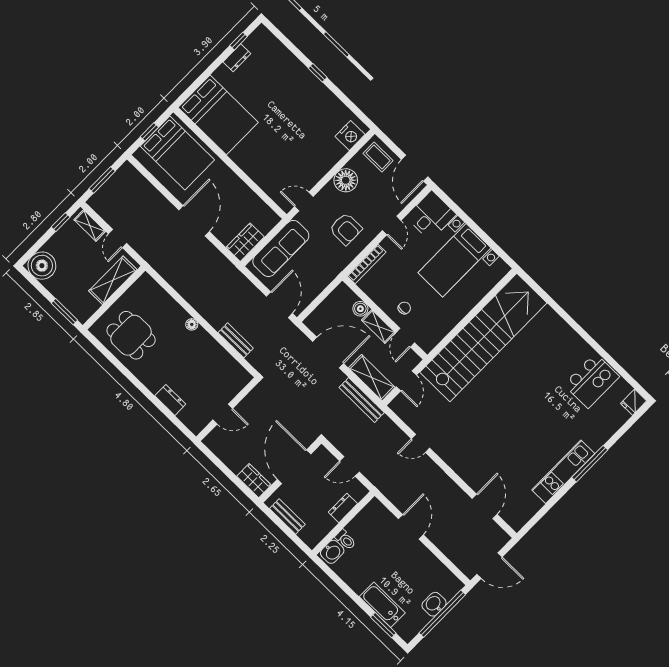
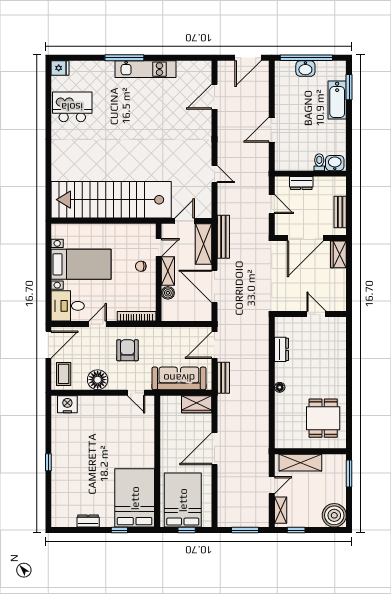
window: (239, 41) -> (119, 530), moved
bench: (236, 340) -> (223, 378), moved
dresser: (170, 400) -> (281, 349), moved, turned 180
door: (490, 566) -> (248, 58), swing flipped

